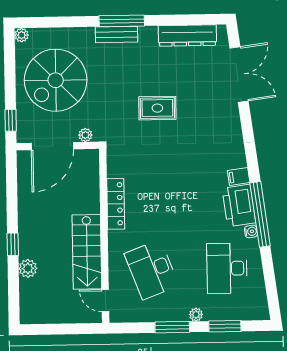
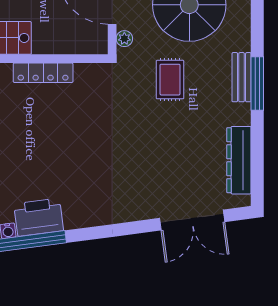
rug: (157, 108) -> (170, 80), moved
filing cabinet: (239, 176) -> (73, 217), removed

